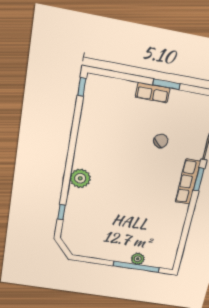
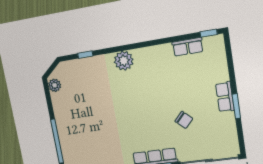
row of seats: (88, 112) -> (188, 47), added
plant: (138, 259) -> (55, 85), moved

